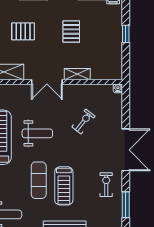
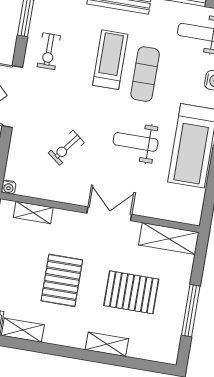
pallet: (23, 31) -> (131, 292), width x1.50, depth x1.42
pallet: (71, 32) -> (62, 280), width x1.50, depth x1.42
shelving: (77, 74) -> (33, 213), moved

